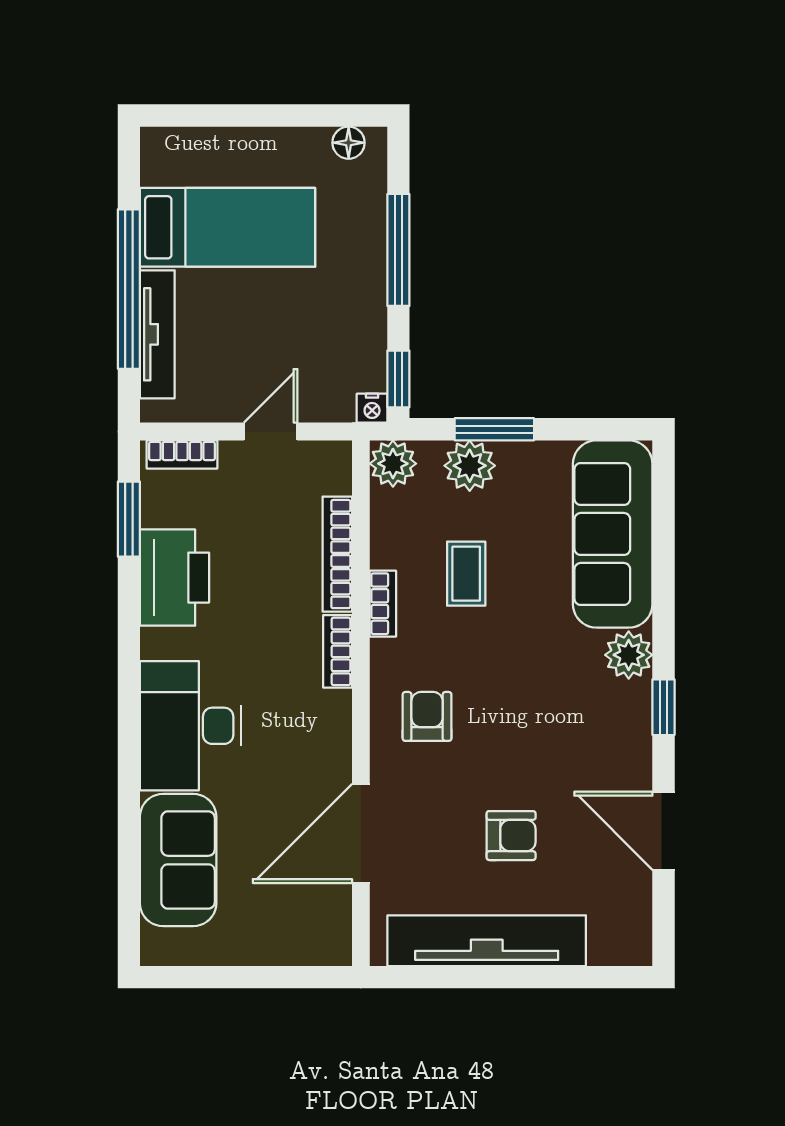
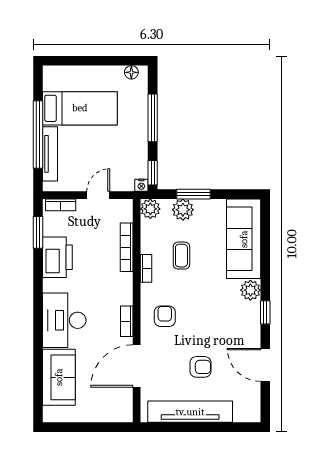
bookcase: (338, 651) -> (127, 321), moved

